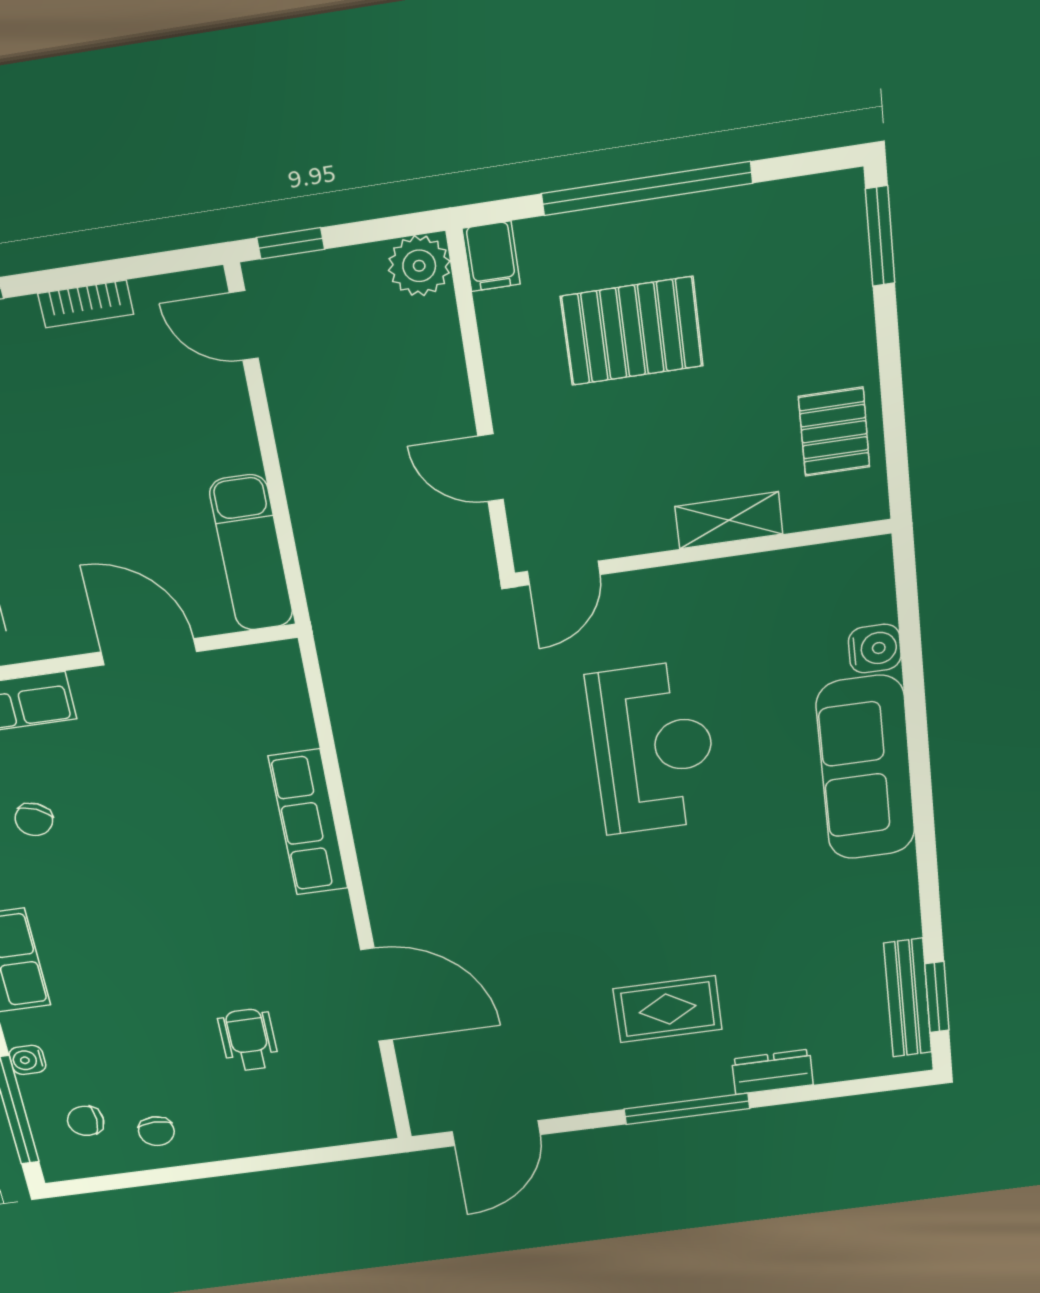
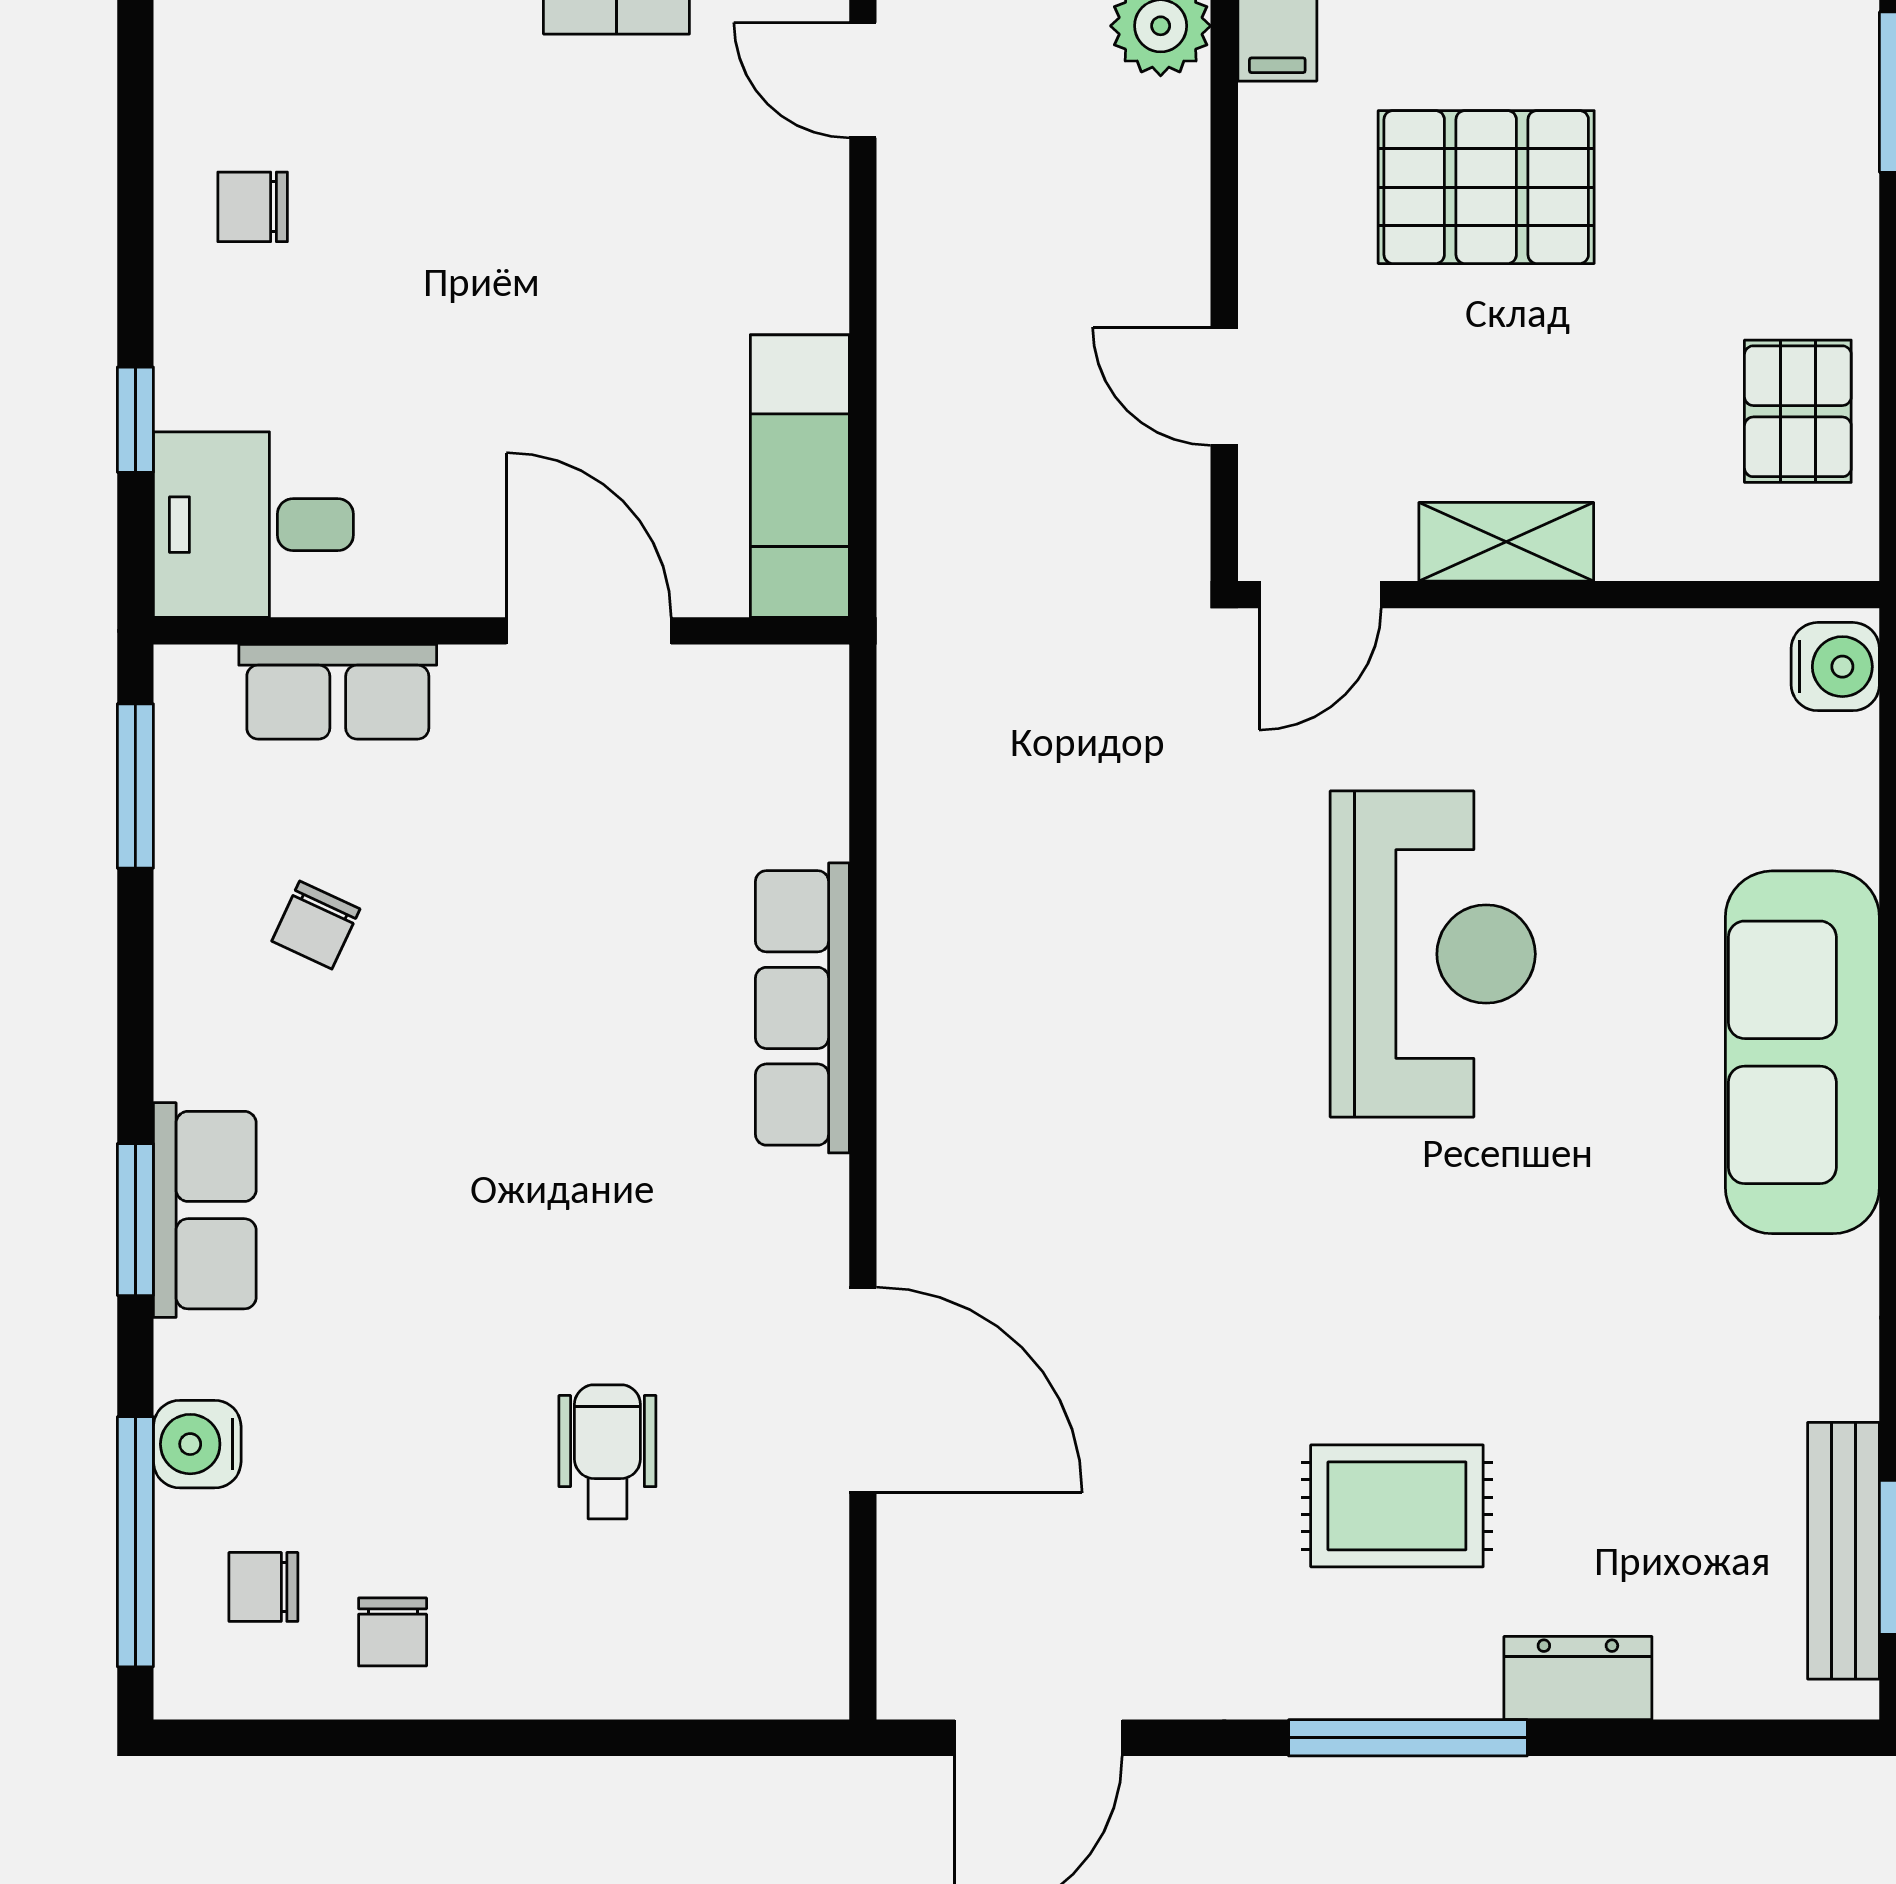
shelving: (729, 520) -> (1506, 542), moved
water cooler: (875, 649) -> (1835, 667), moved
water cooler: (27, 1060) -> (197, 1444), width x1.38, depth x1.38

